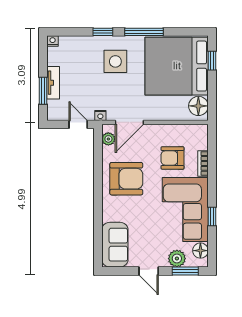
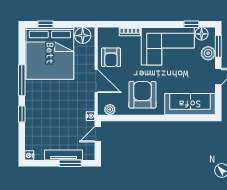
side table: (115, 61) -> (46, 104), removed
tv unit: (53, 83) -> (64, 155), width x1.41
door: (129, 122) -> (96, 81), moved
armchair: (172, 158) -> (111, 57), moved
window: (212, 216) -> (191, 24), moved
sofa: (115, 245) -> (190, 104), width x1.36

